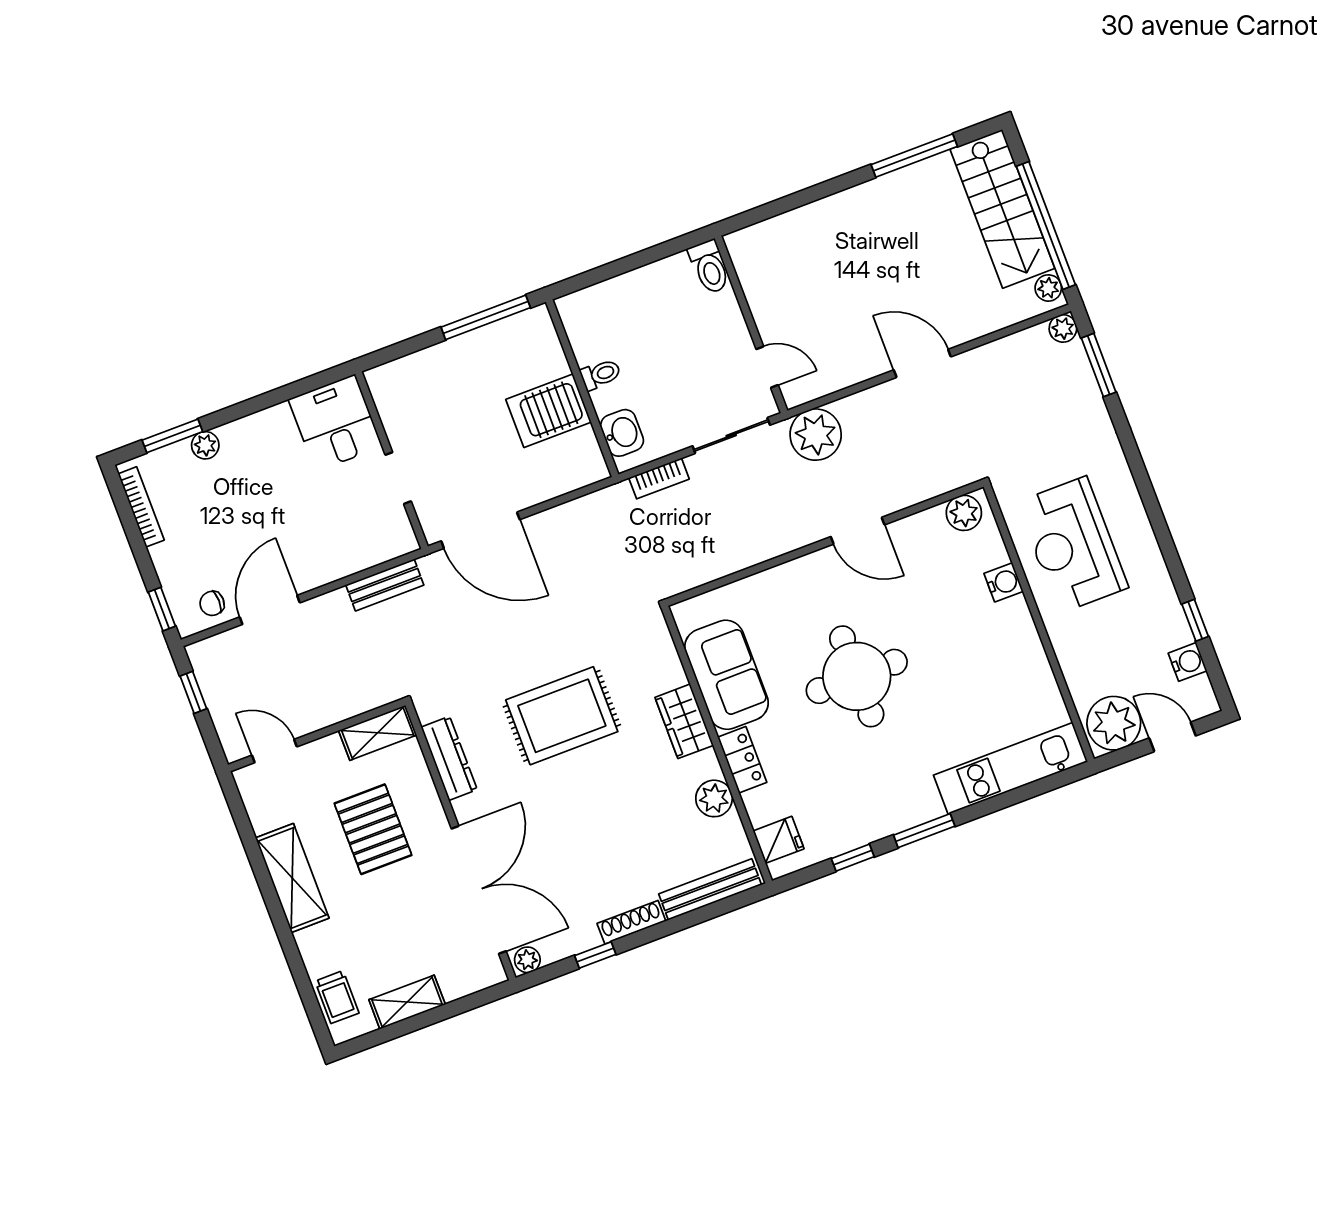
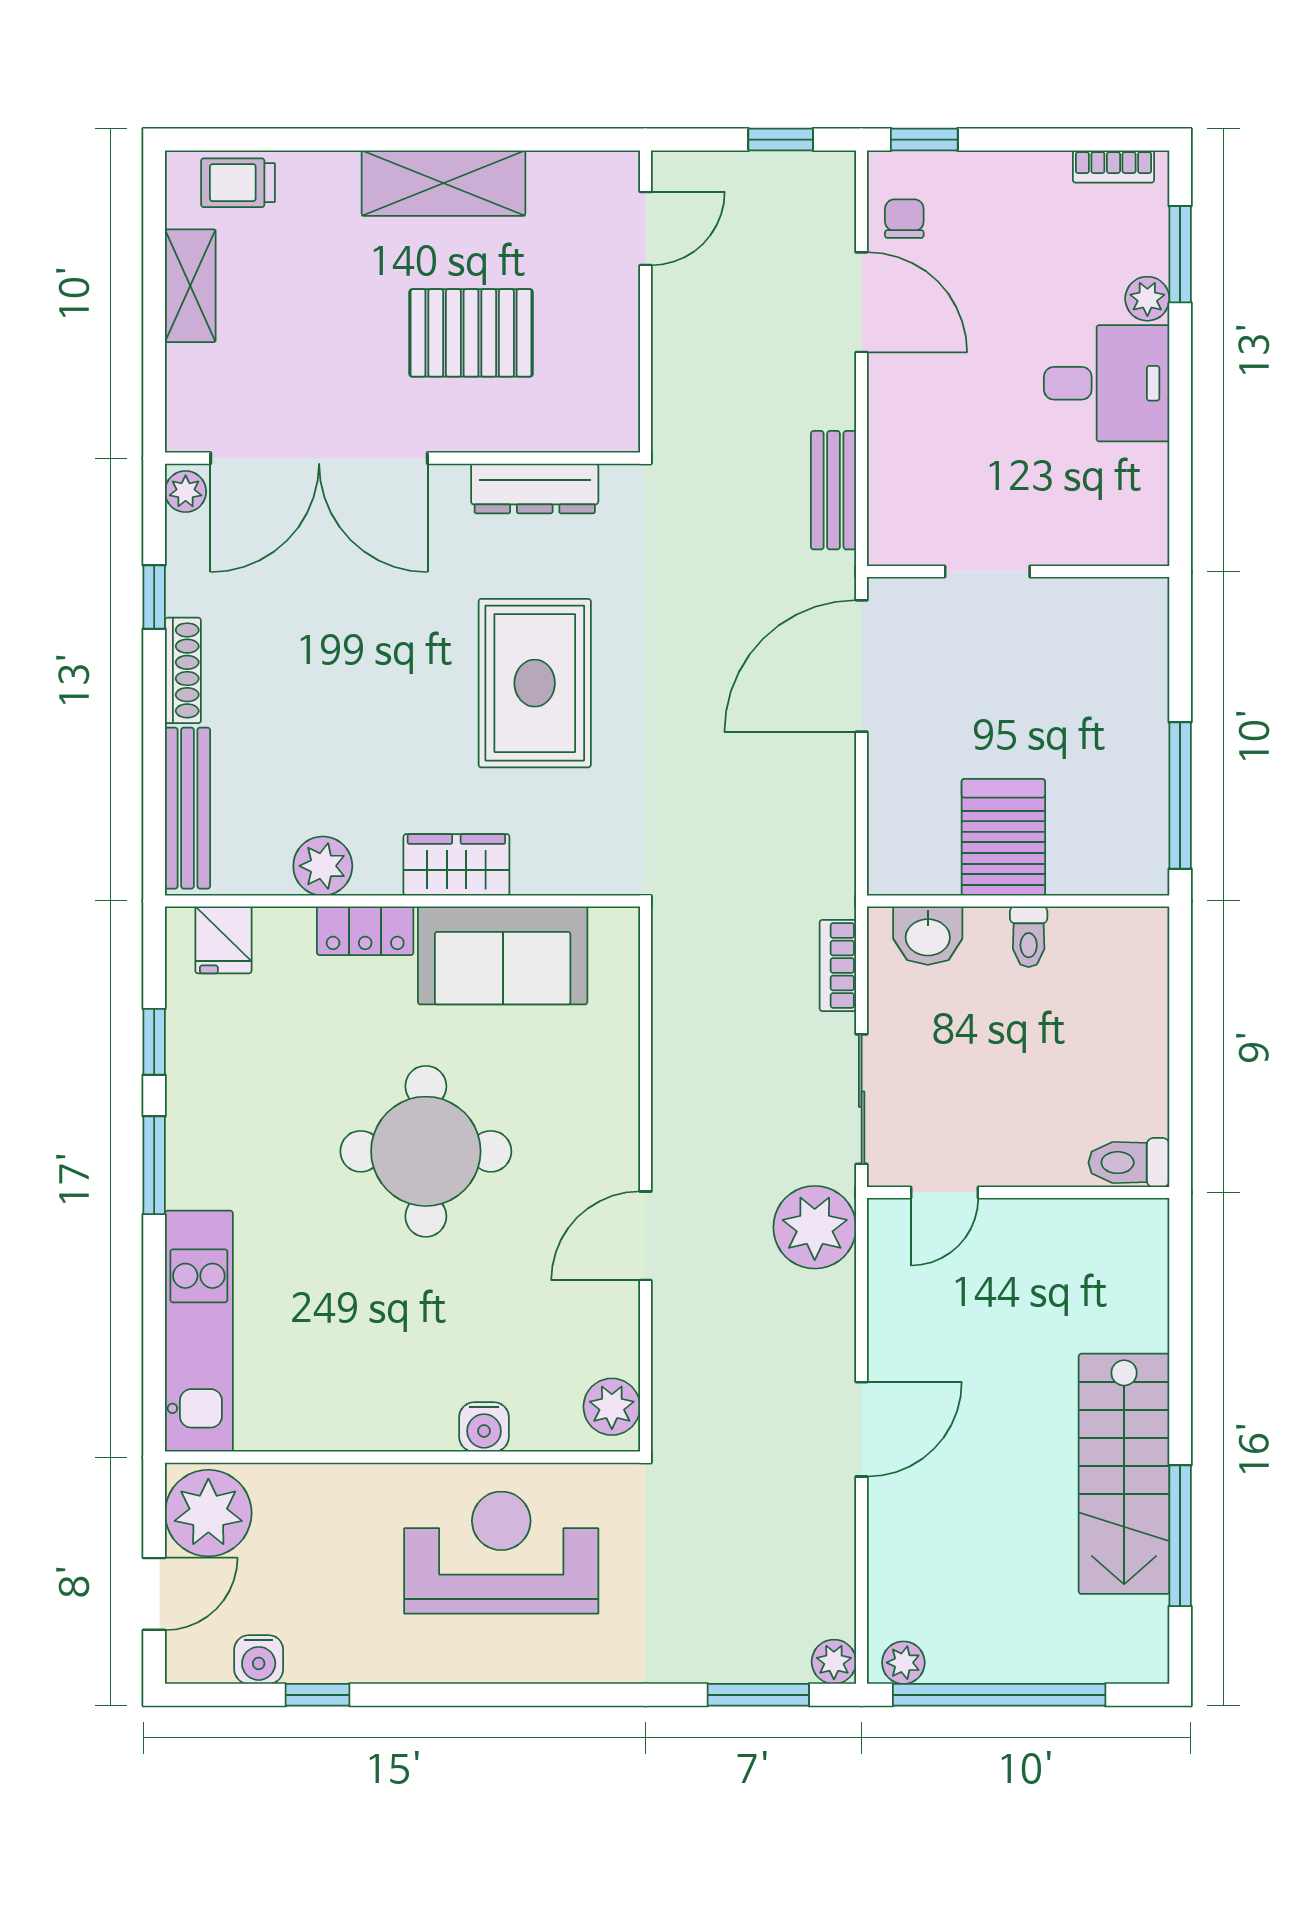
stairs: (1002, 209) -> (1124, 1474), moved, turned -90
desk: (335, 423) -> (1107, 383), moved
bookcase: (141, 507) -> (1113, 167), width x0.64
shelving: (378, 733) -> (614, 395), removed

